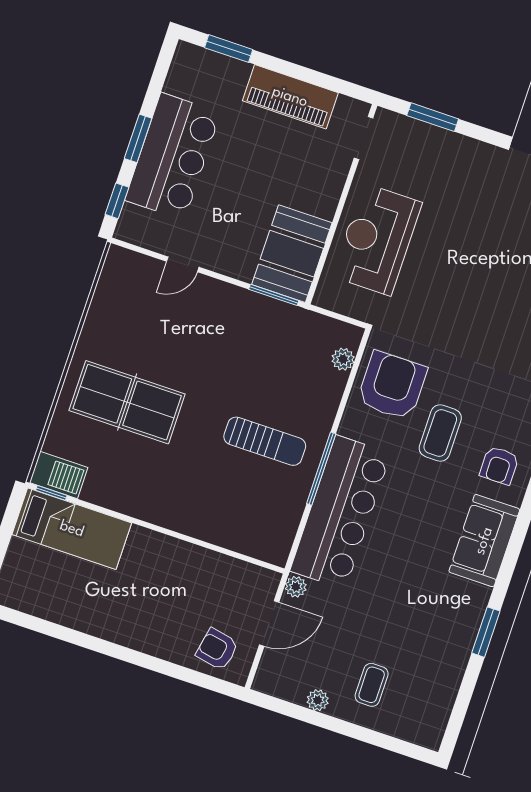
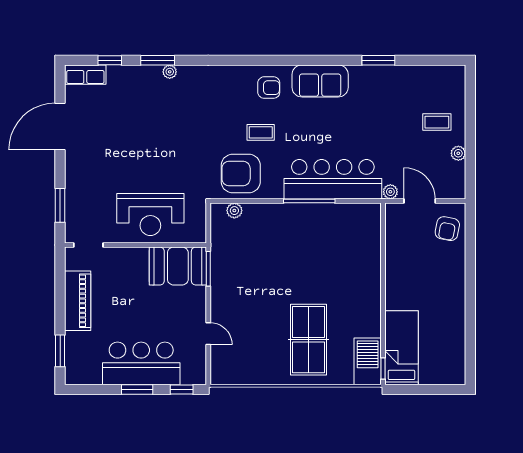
coffee table: (440, 433) -> (261, 132), width x0.73, depth x0.77
sun lounger: (265, 441) -> (304, 243), removed
barbecue: (59, 475) -> (368, 361), width x1.37, depth x1.21

